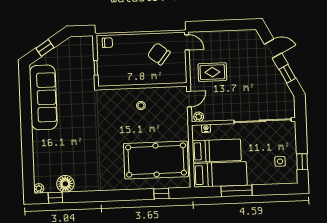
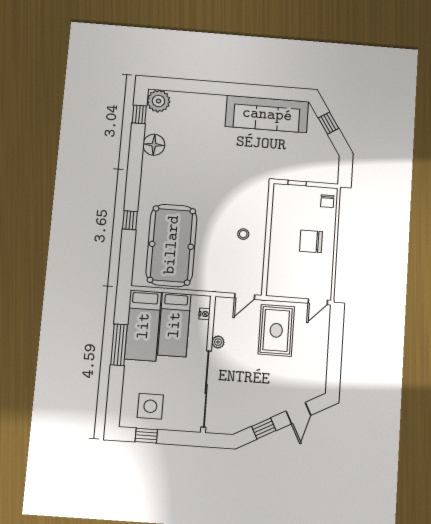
chair: (159, 54) -> (311, 241), moved, turned -128
rug: (212, 72) -> (276, 330), width x1.36, depth x1.43
door: (189, 99) -> (245, 296), hinge flipped
plant: (199, 117) -> (218, 342), moved
side table: (280, 161) -> (150, 406), width x1.87, depth x1.87
floor lamp: (65, 184) -> (154, 145), moved
plant: (39, 188) -> (158, 101), width x1.88, depth x1.88
window: (161, 194) -> (130, 220), moved

